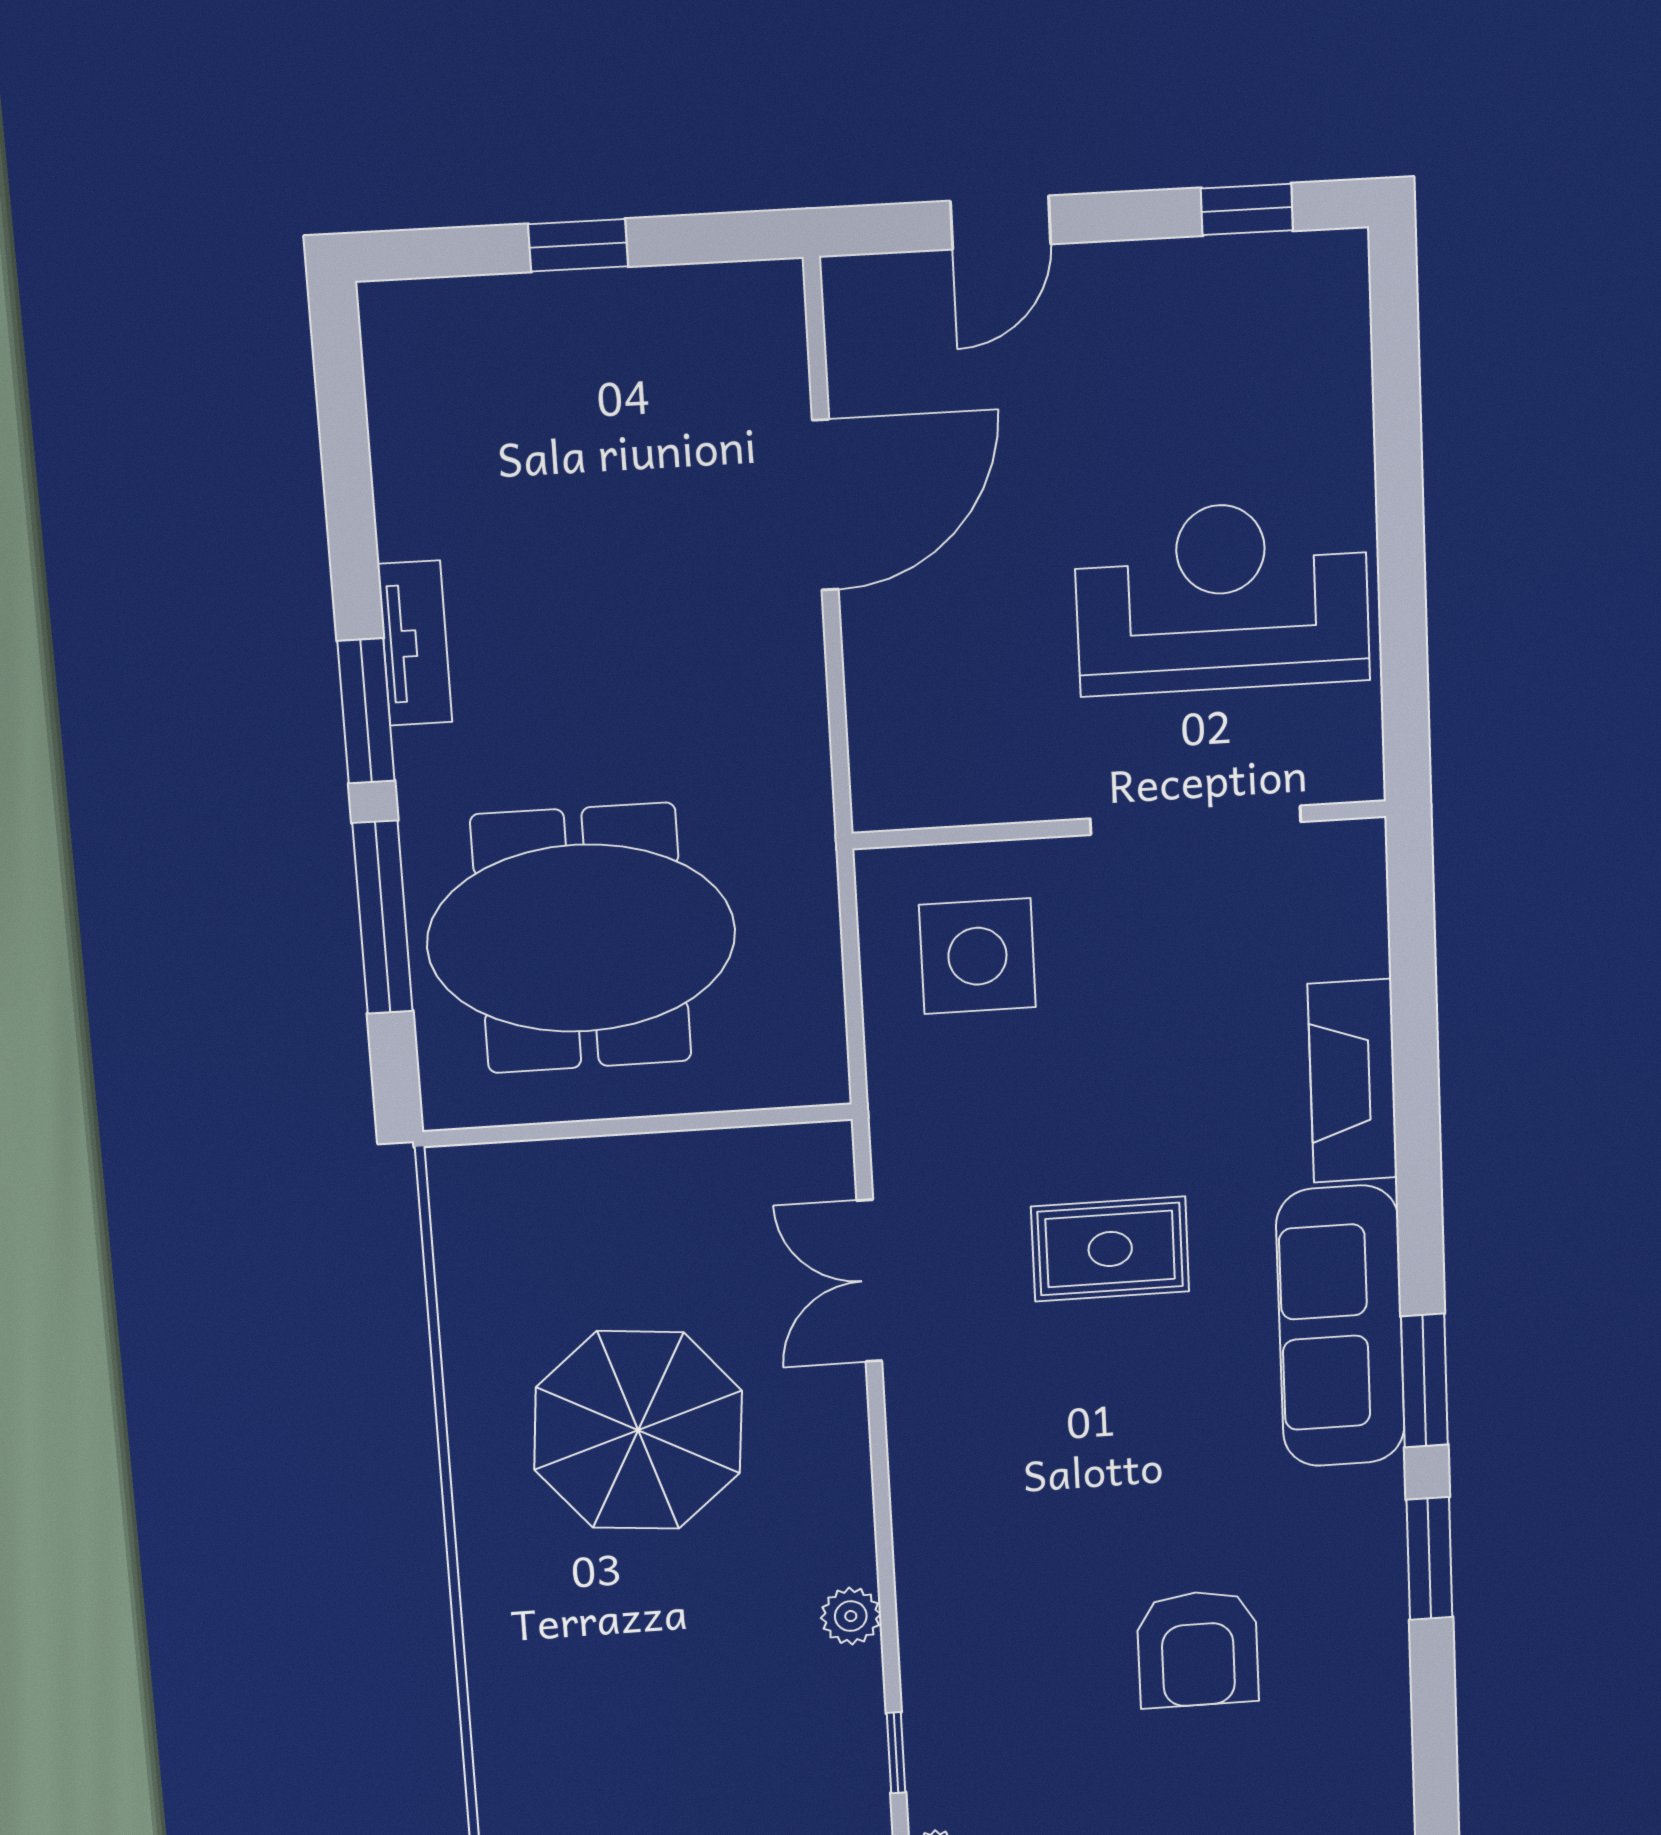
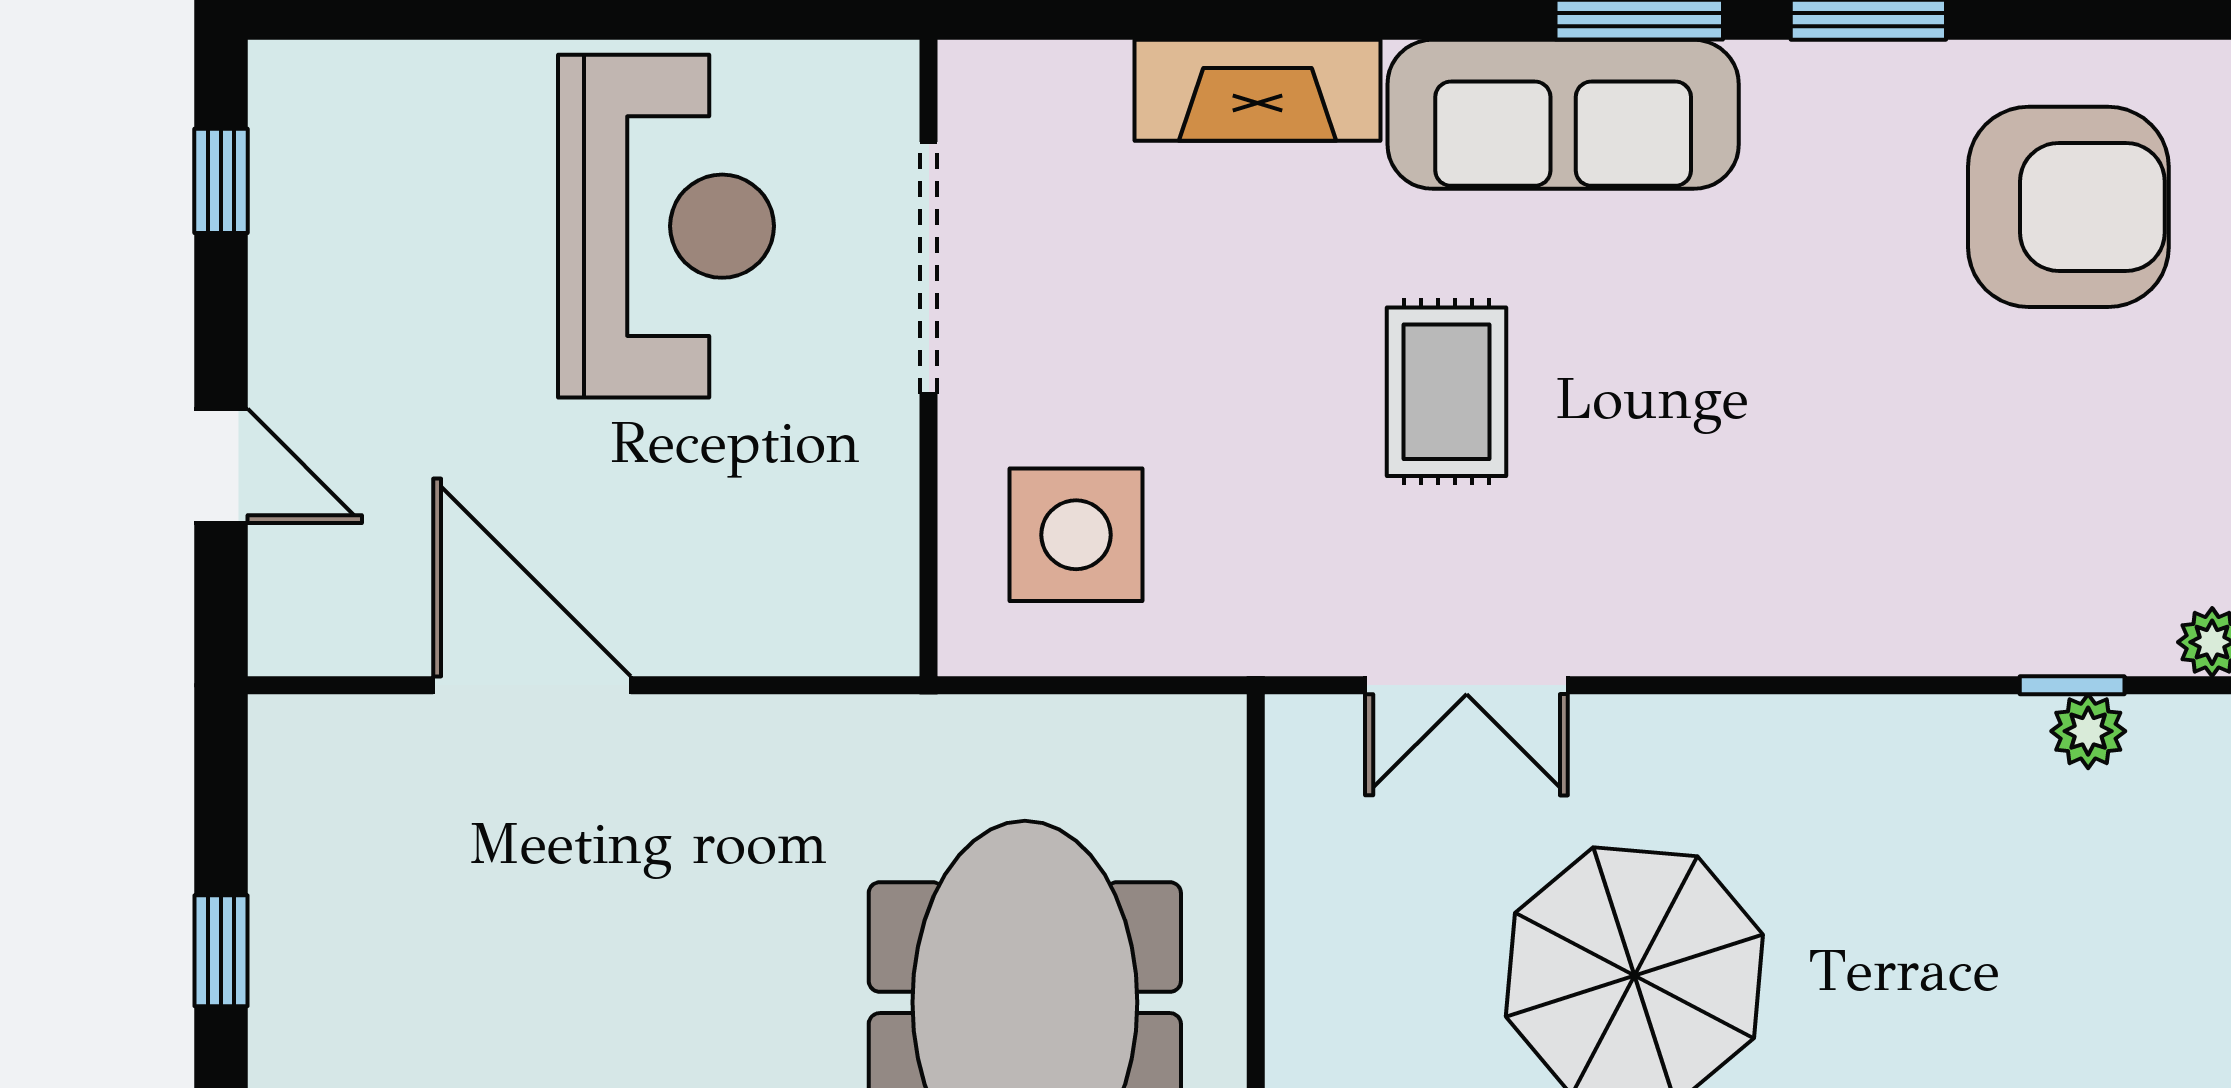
reception desk: (1222, 597) -> (666, 226), turned 180
plant: (851, 1616) -> (2088, 731), moved
armchair: (1198, 1649) -> (2068, 207), moved, width x1.36, depth x1.36

